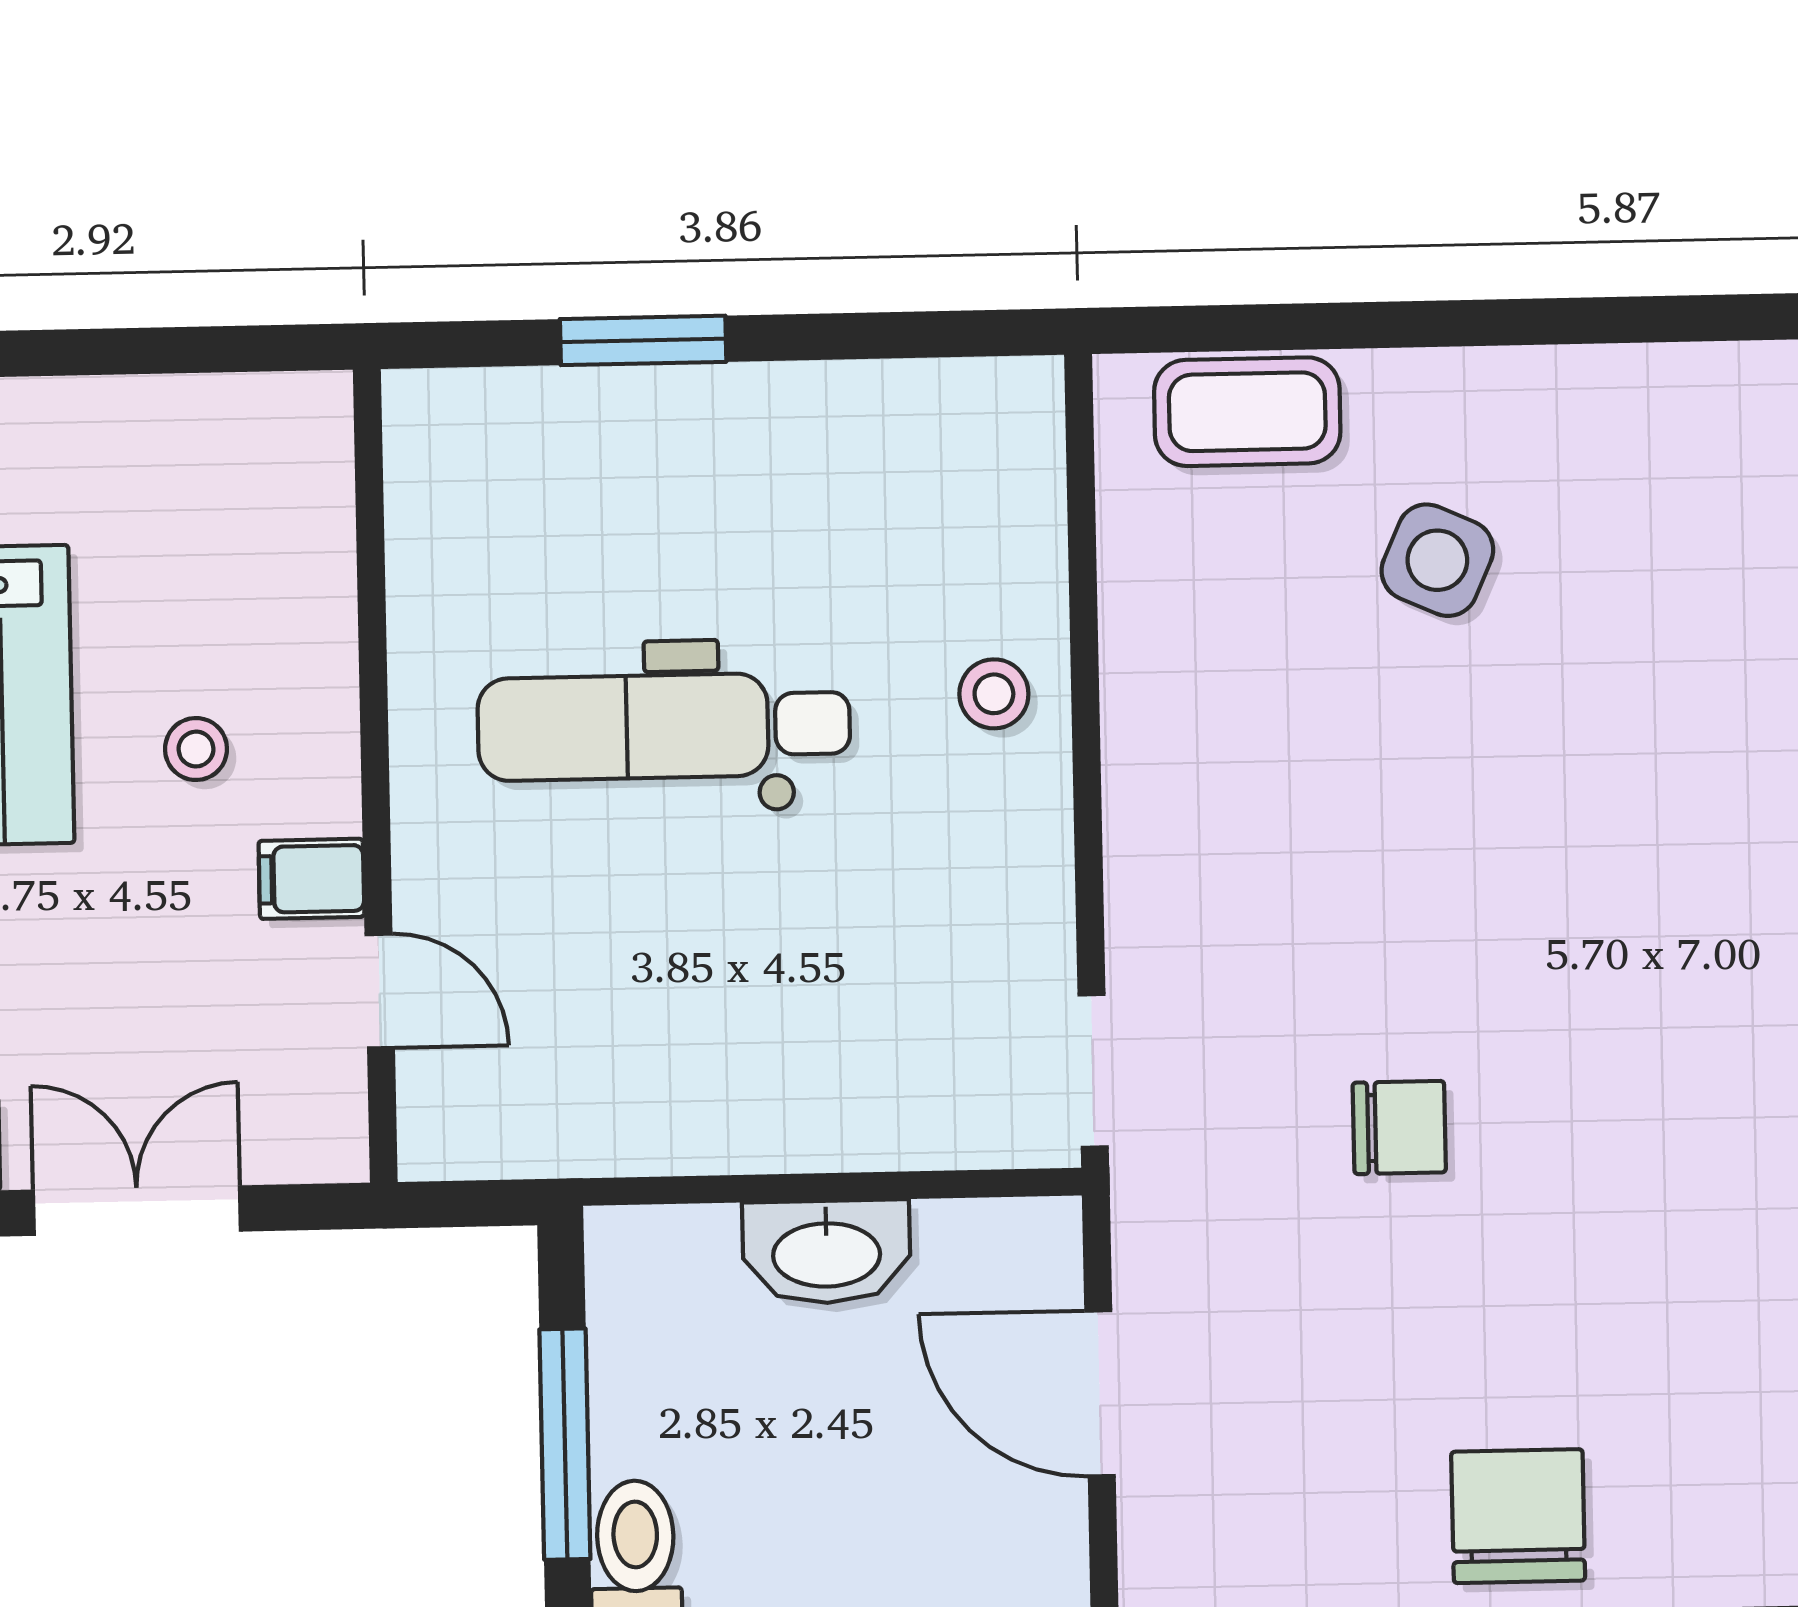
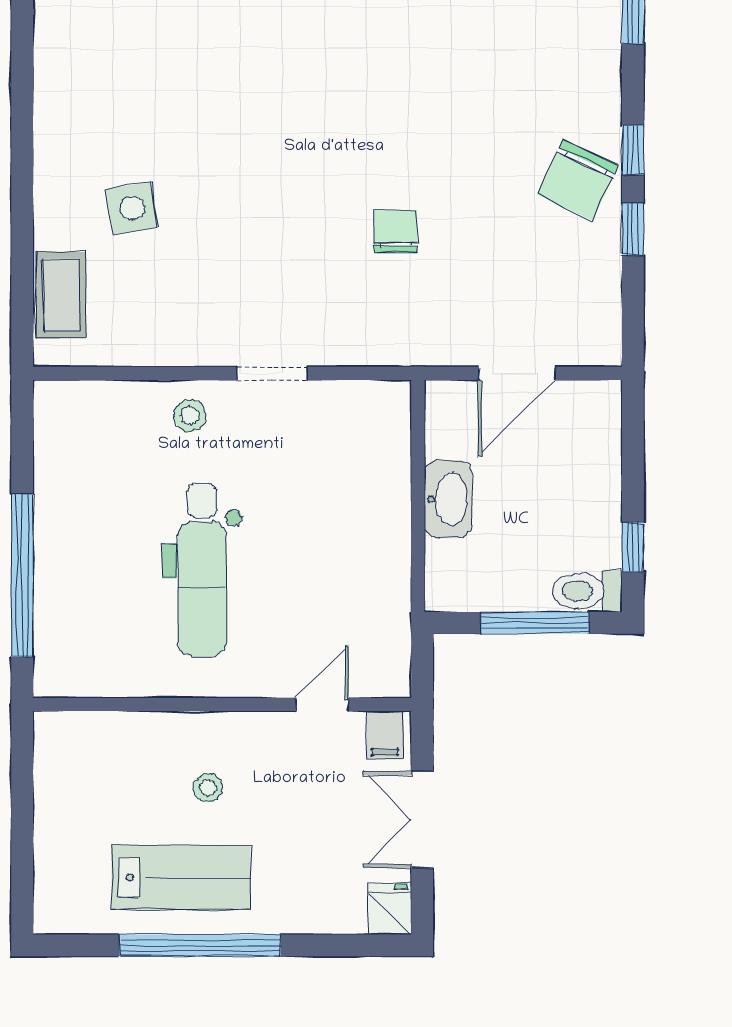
window: (643, 340) -> (22, 576), width x2.11
side table: (1437, 560) -> (132, 208), turned -34
filing cabinet: (311, 879) -> (385, 735), moved
doorway: (1093, 1071) -> (272, 373), moved
chair: (1518, 1516) -> (578, 180), turned -65

